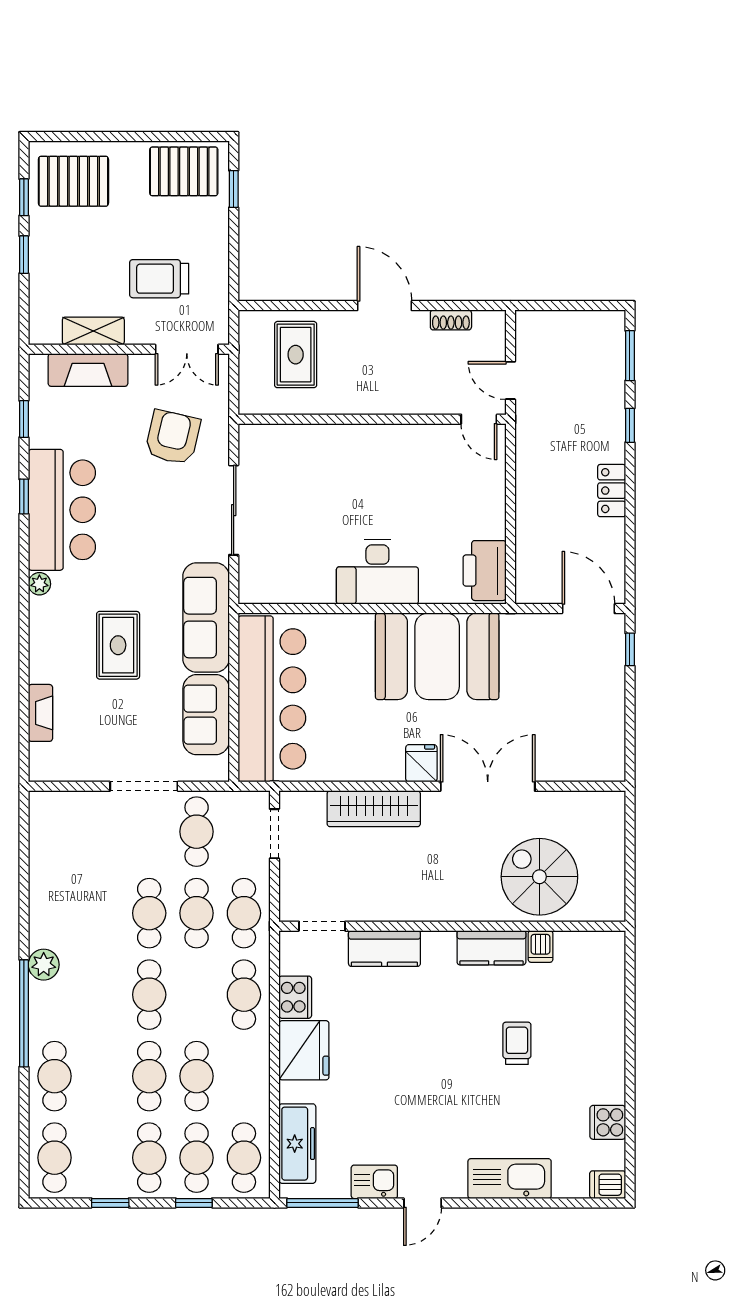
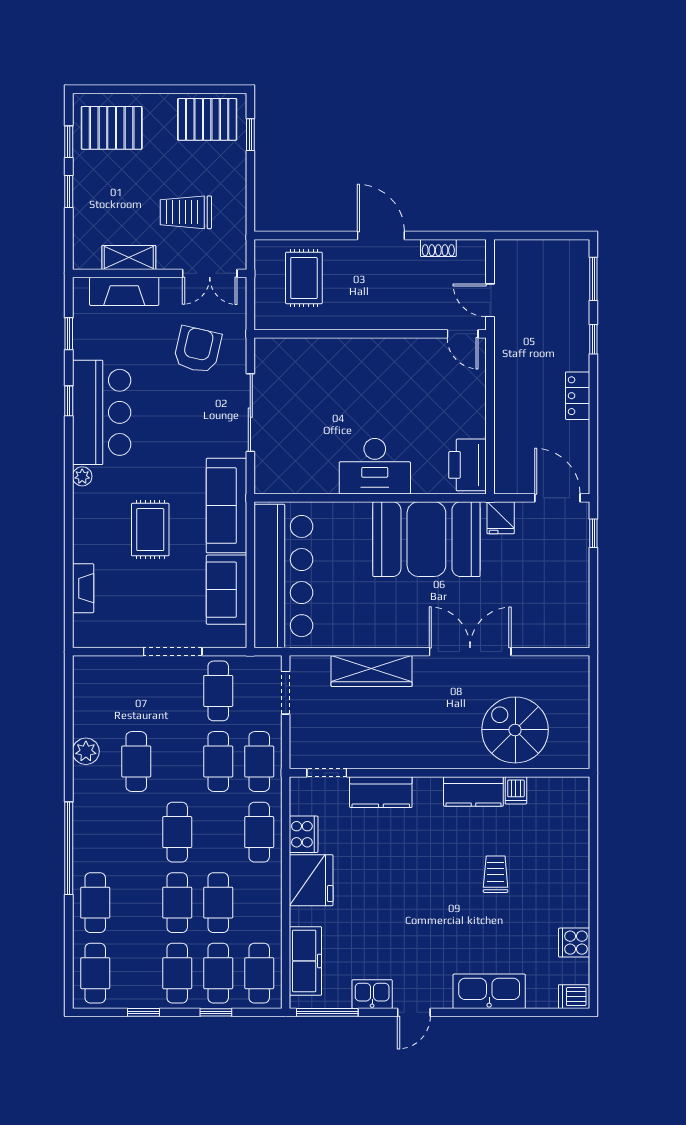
fridge: (421, 763) -> (501, 518), moved, turned 180
cafe table: (149, 913) -> (136, 762), moved
plant: (44, 965) -> (86, 751), moved

